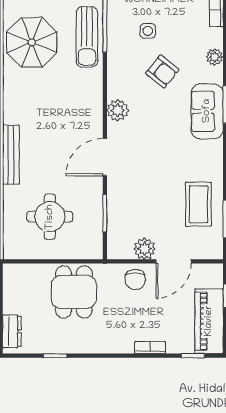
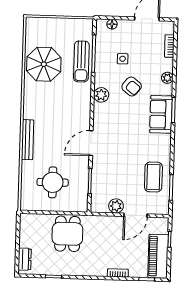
plant: (118, 110) -> (101, 95), moved
chair: (135, 279) -> (109, 227), removed

